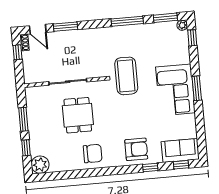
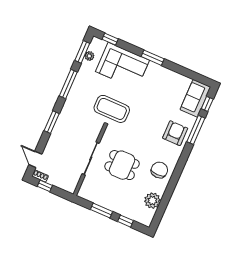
plant: (182, 25) -> (89, 56), moved
window: (66, 27) -> (52, 122), moved
door: (38, 29) -> (35, 159), swing flipped
corner sofa: (175, 90) -> (122, 66), moved
plant: (40, 165) -> (152, 201), moved
window: (150, 167) -> (196, 130), width x2.17

